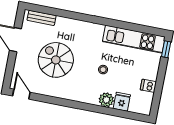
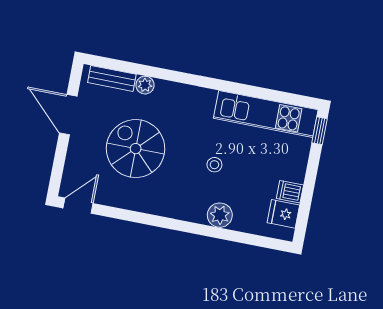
plant: (61, 22) -> (145, 85), added
door: (21, 94) -> (78, 206), hinge flipped
fridge: (122, 102) -> (283, 214), moved, turned -90

